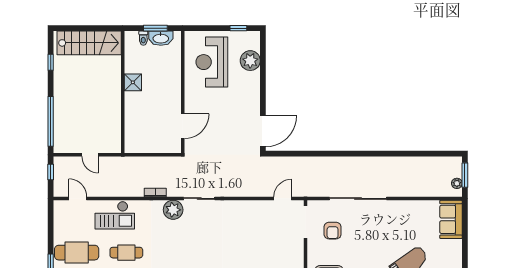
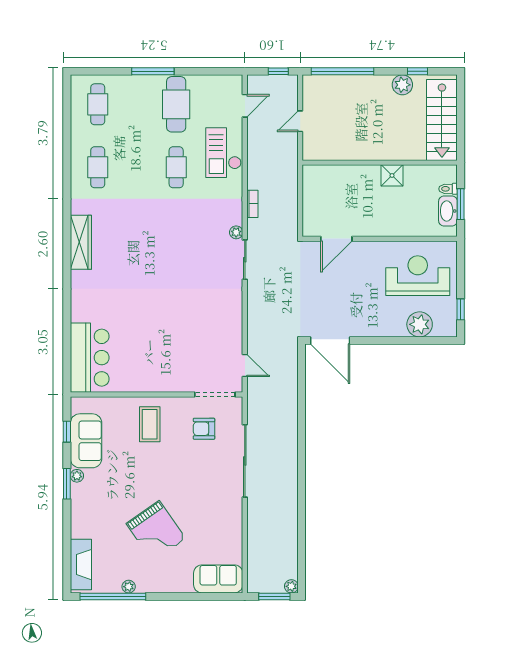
plant: (61, 74) -> (402, 85), added
door: (183, 126) -> (336, 239), hinge flipped
plant: (457, 183) -> (291, 586), moved
plant: (173, 210) -> (236, 232), width x0.53, depth x0.53

